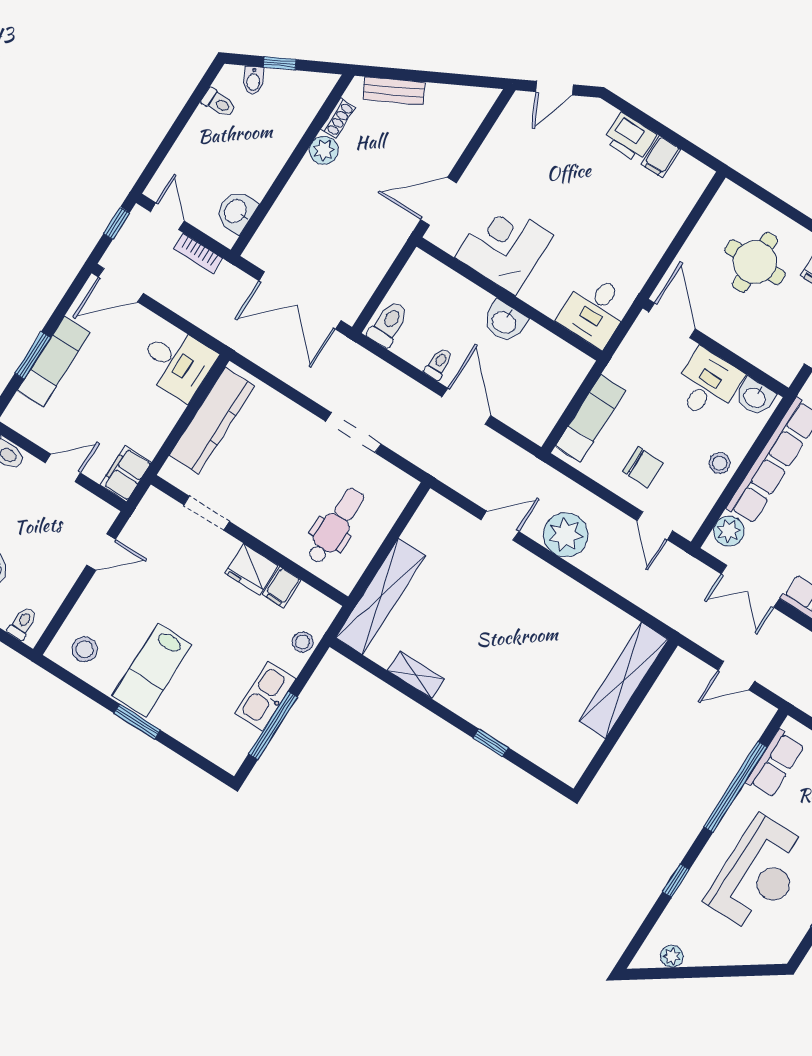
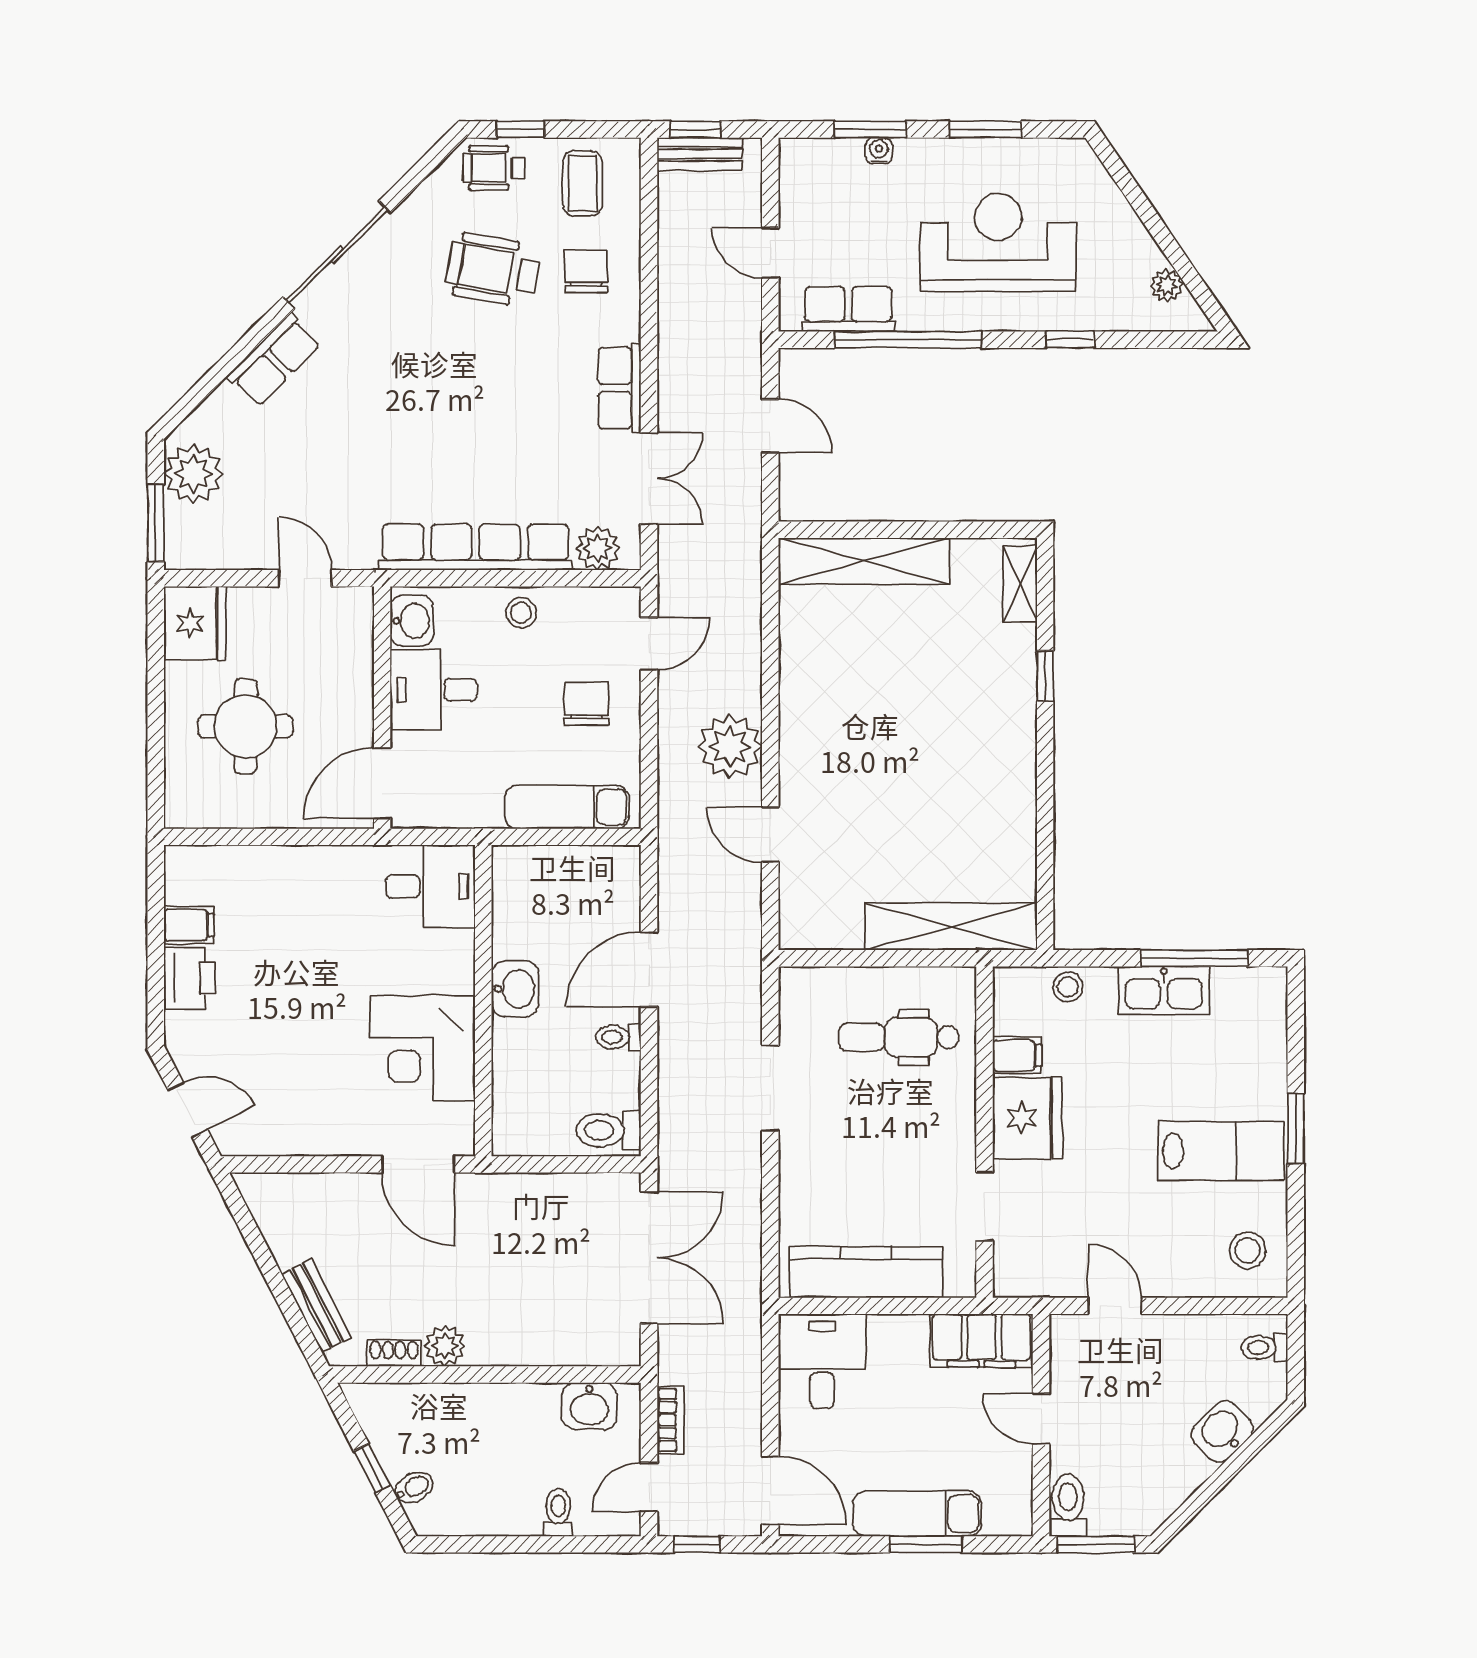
toilet: (219, 103) -> (558, 1513), moved
filing cabinet: (126, 474) -> (982, 1341), width x1.50, depth x1.17
fridge: (251, 569) -> (1027, 1118), width x1.36, depth x1.34
shelving: (416, 675) -> (1020, 584), moved

